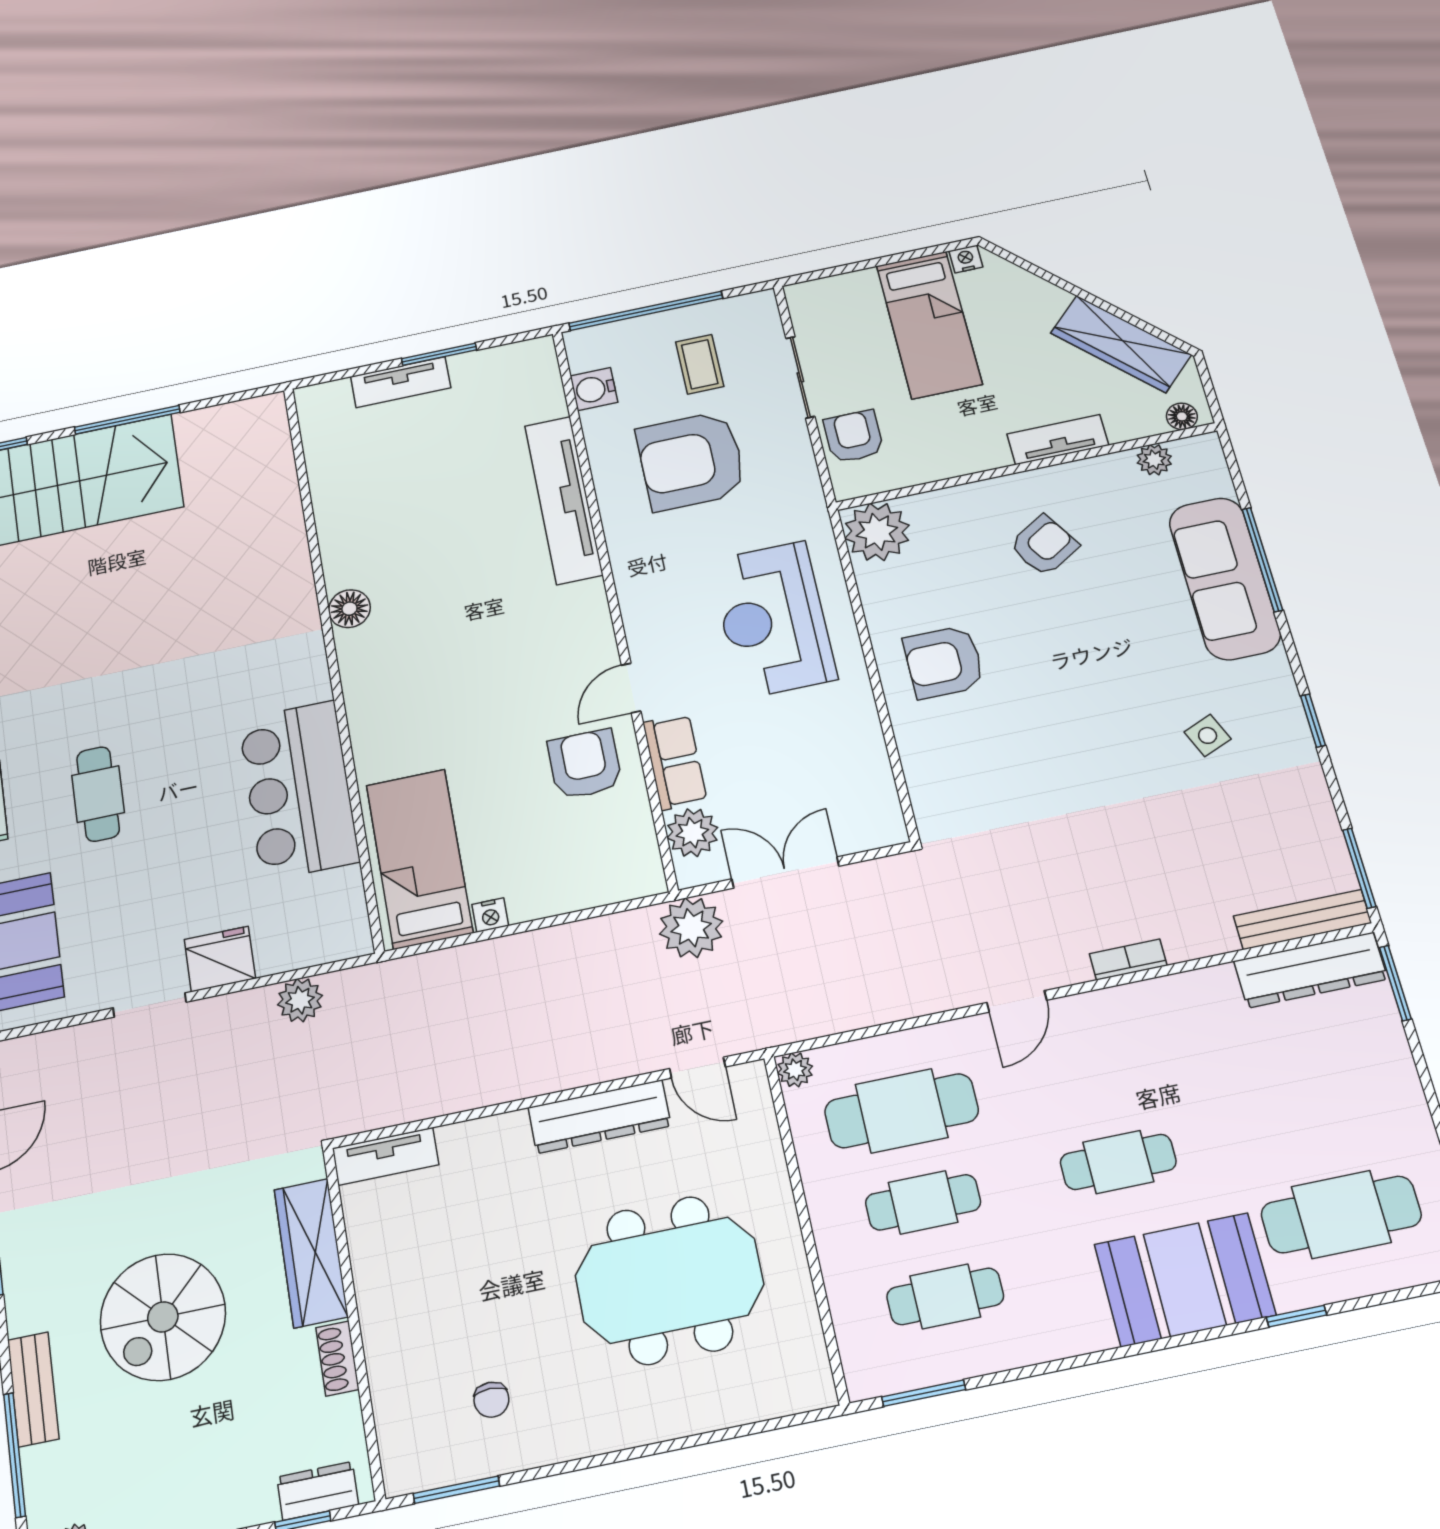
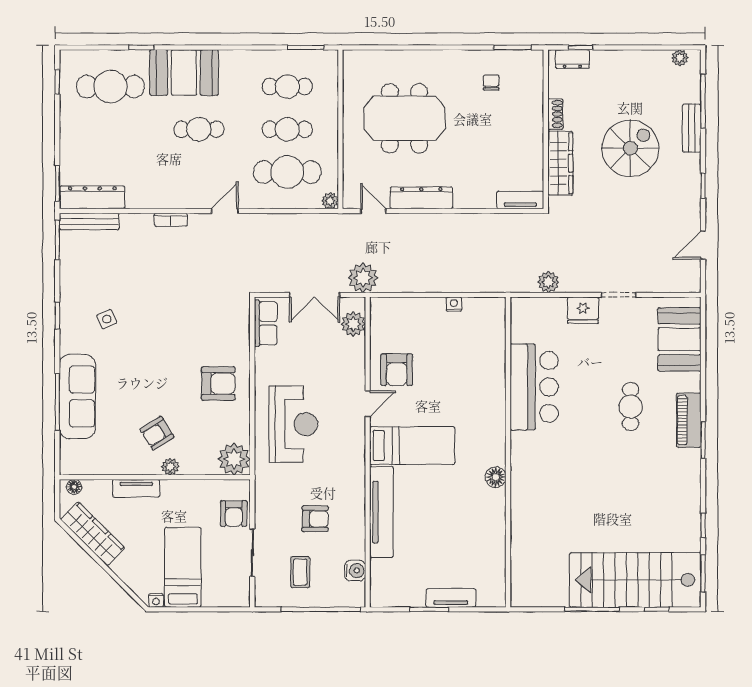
plant: (1154, 460) -> (170, 467), moved
armchair: (691, 461) -> (315, 519), width x0.53, depth x0.53
row of seats: (675, 762) -> (266, 323), moved, turned 180
bed: (419, 859) -> (412, 446), moved, turned -90

